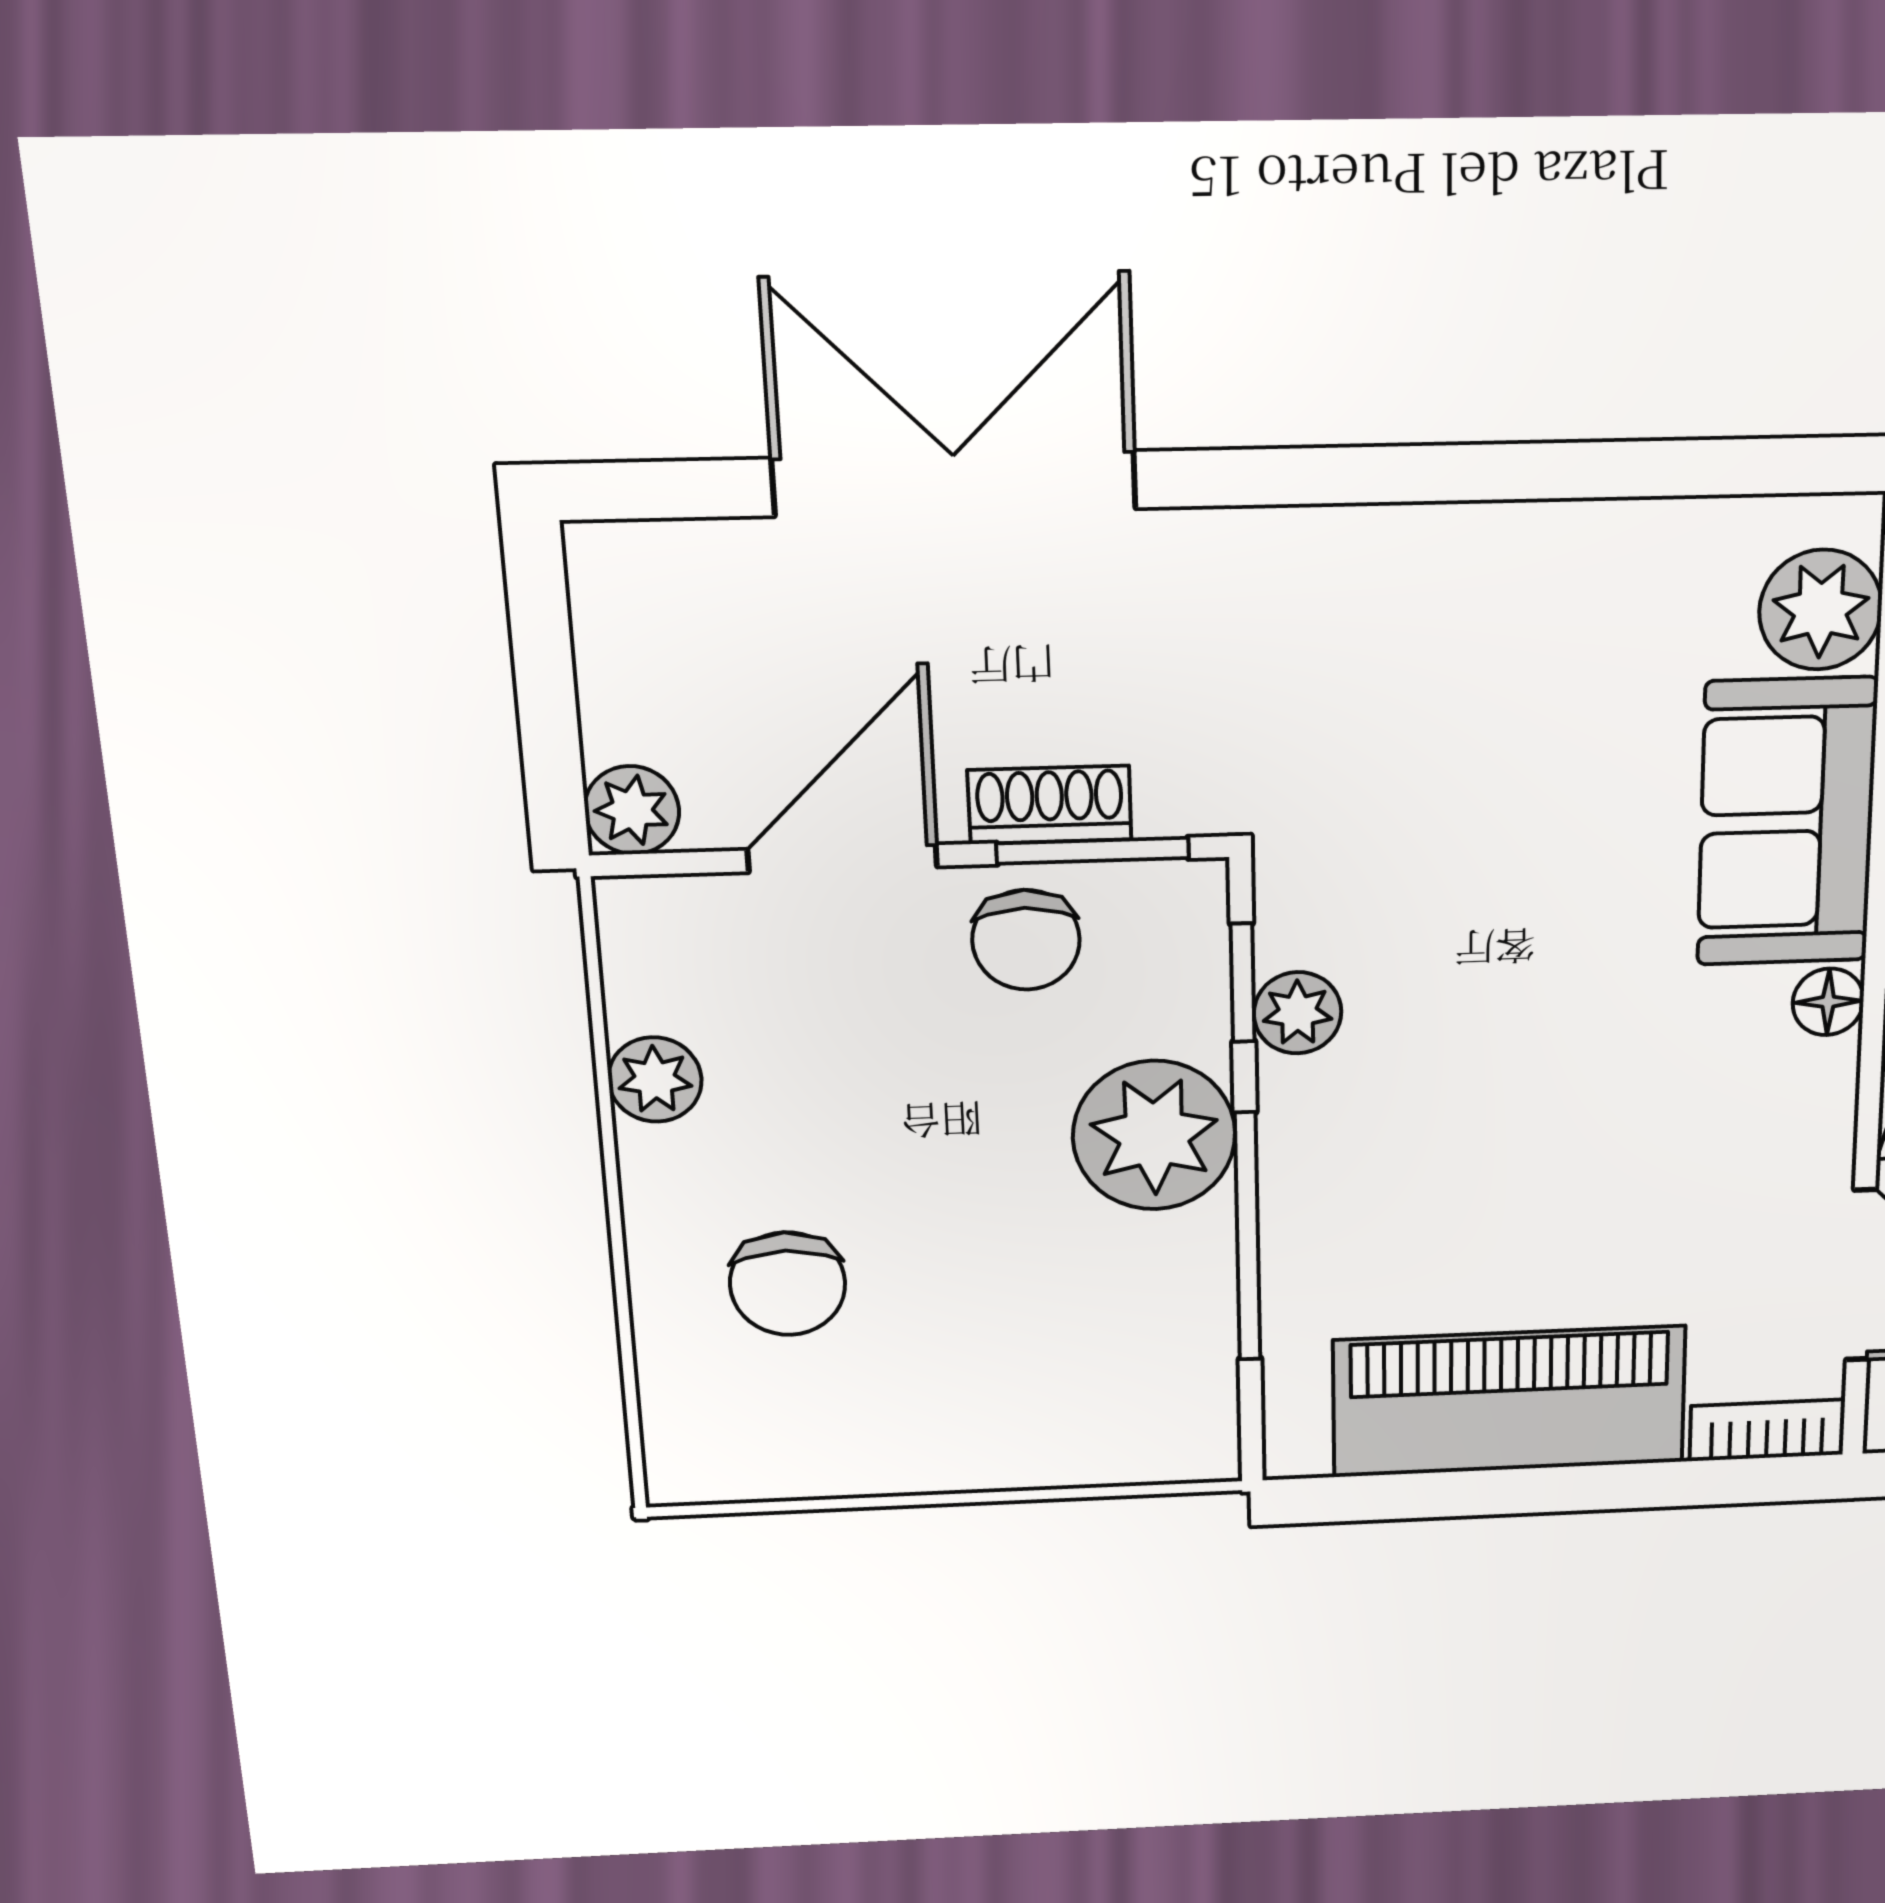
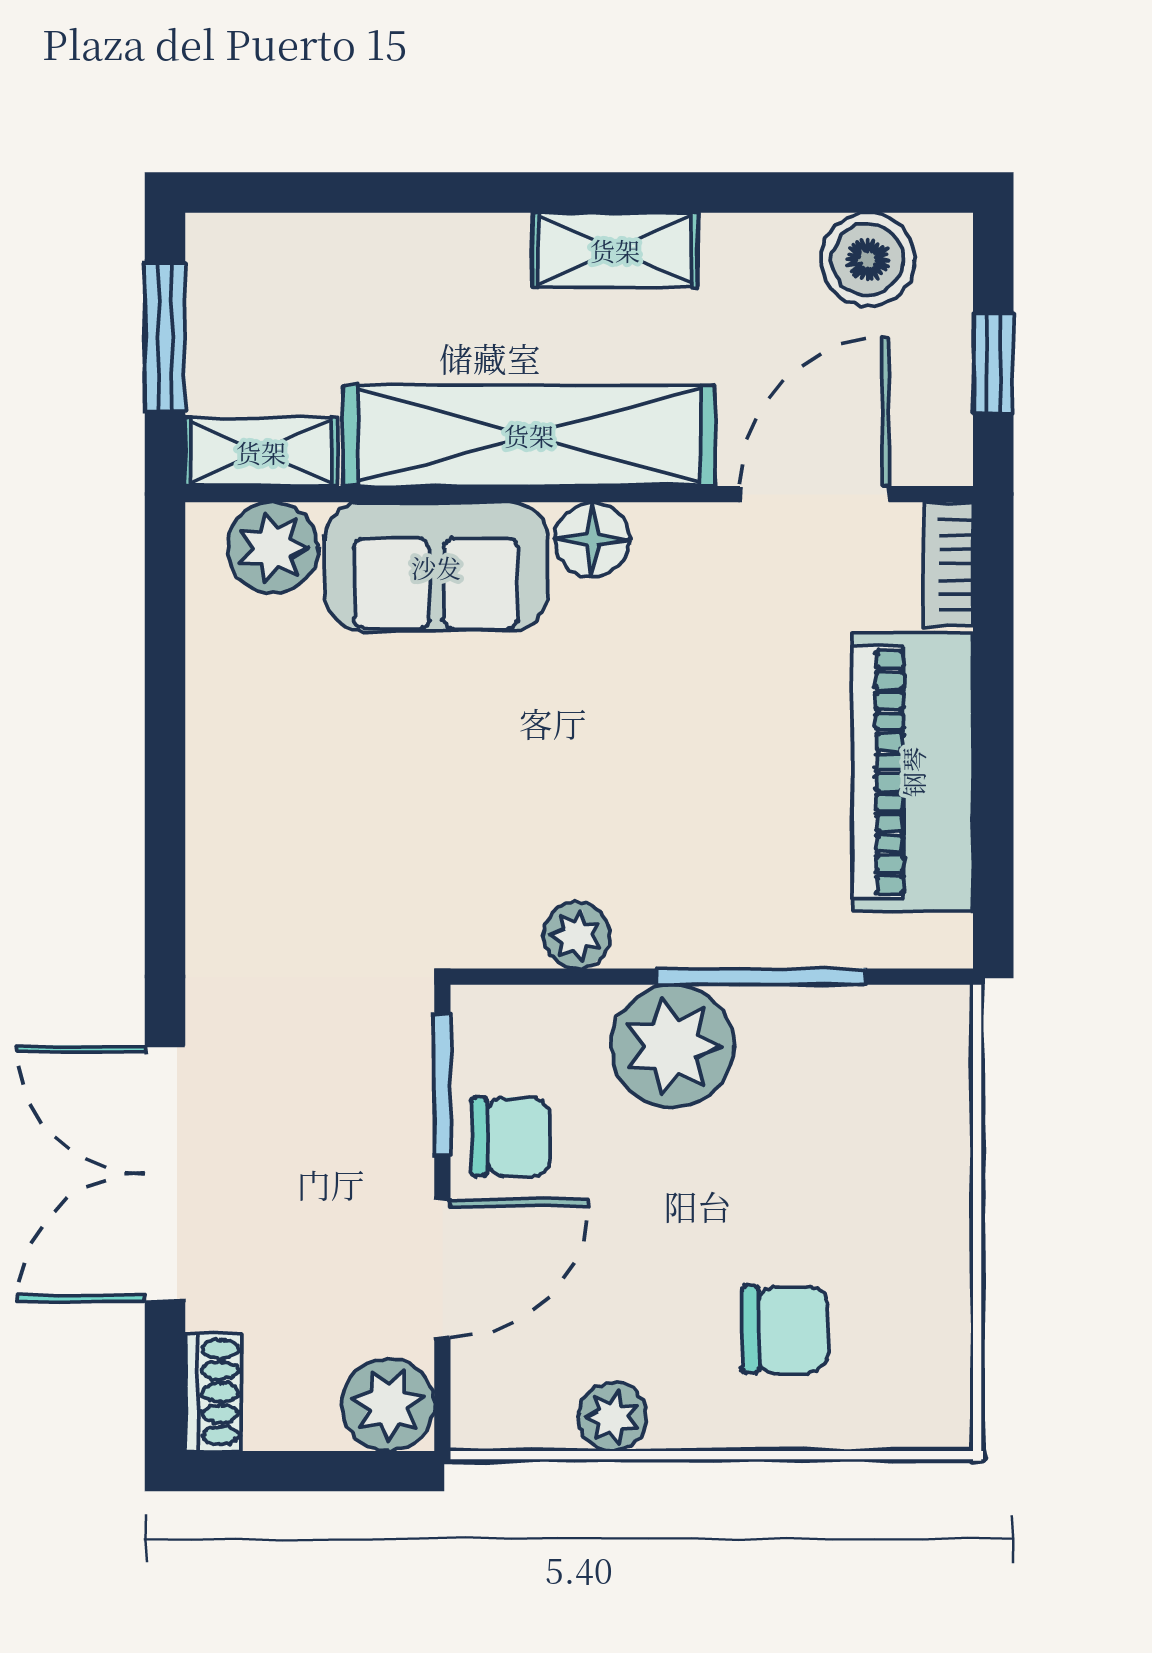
shoe rack: (1050, 805) -> (214, 1392), moved, turned 180
plant: (632, 810) -> (388, 1405), width x1.38, depth x1.38
door: (842, 858) -> (442, 1268), swing flipped
window: (1243, 983) -> (551, 977), removed
floor lamp: (1828, 1002) -> (592, 540), width x1.37, depth x1.37

